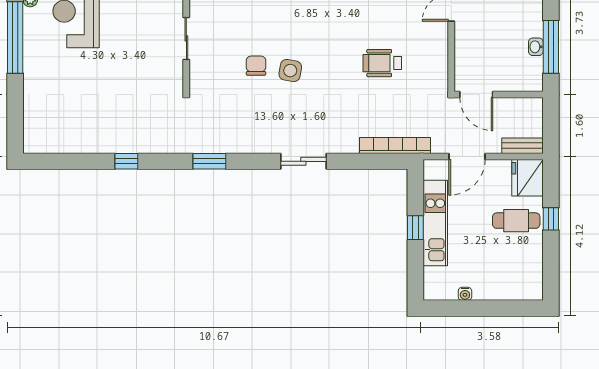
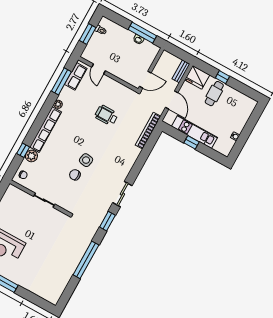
wheelchair: (382, 63) -> (106, 115), turned 90
window: (126, 161) -> (86, 260), width x3.17
sliding door: (303, 161) -> (122, 194), moved

